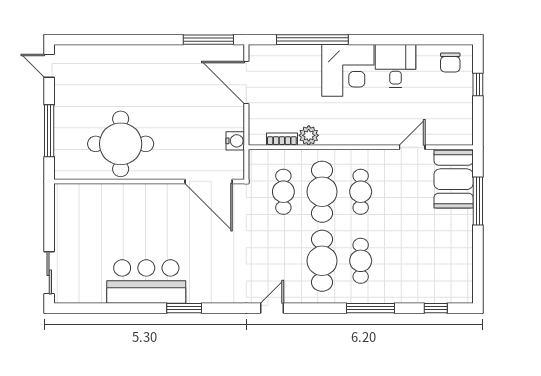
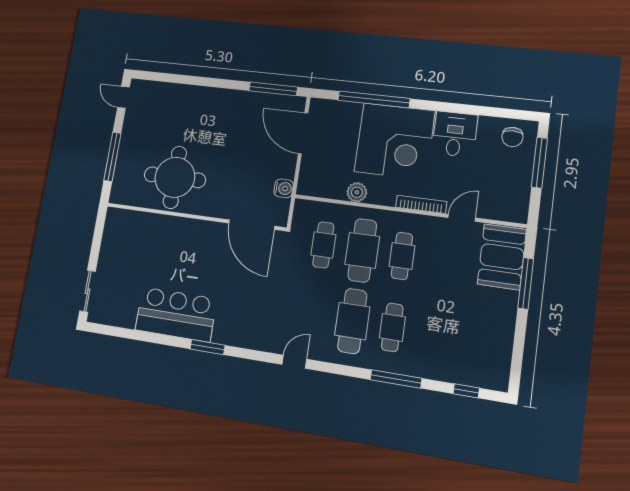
corner desk: (348, 70) -> (395, 141), width x1.36, depth x1.36
window: (478, 85) -> (539, 163), width x2.17
bookcase: (282, 139) -> (421, 204), moved, width x1.56

